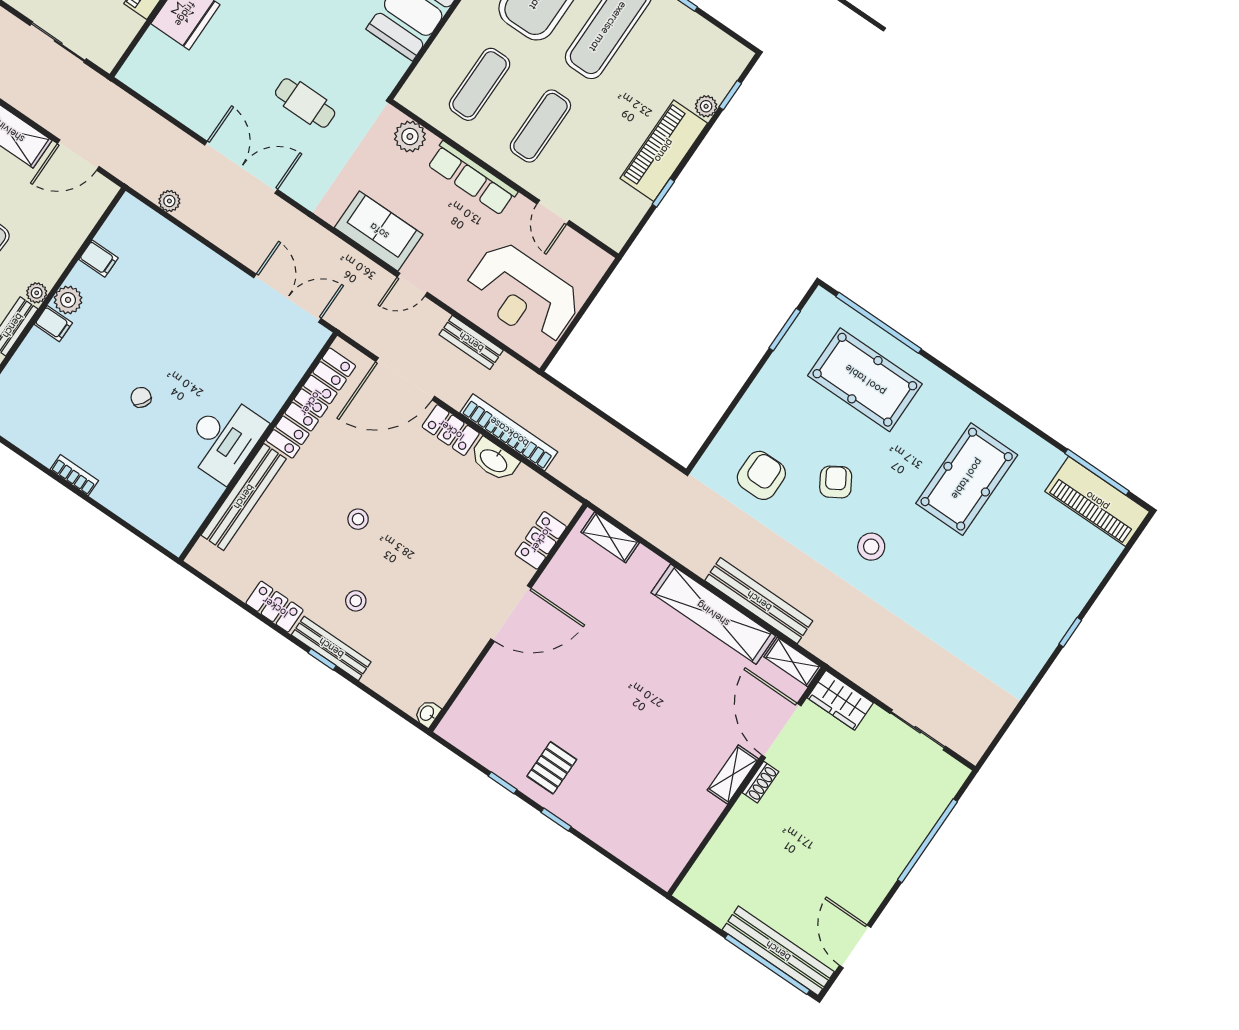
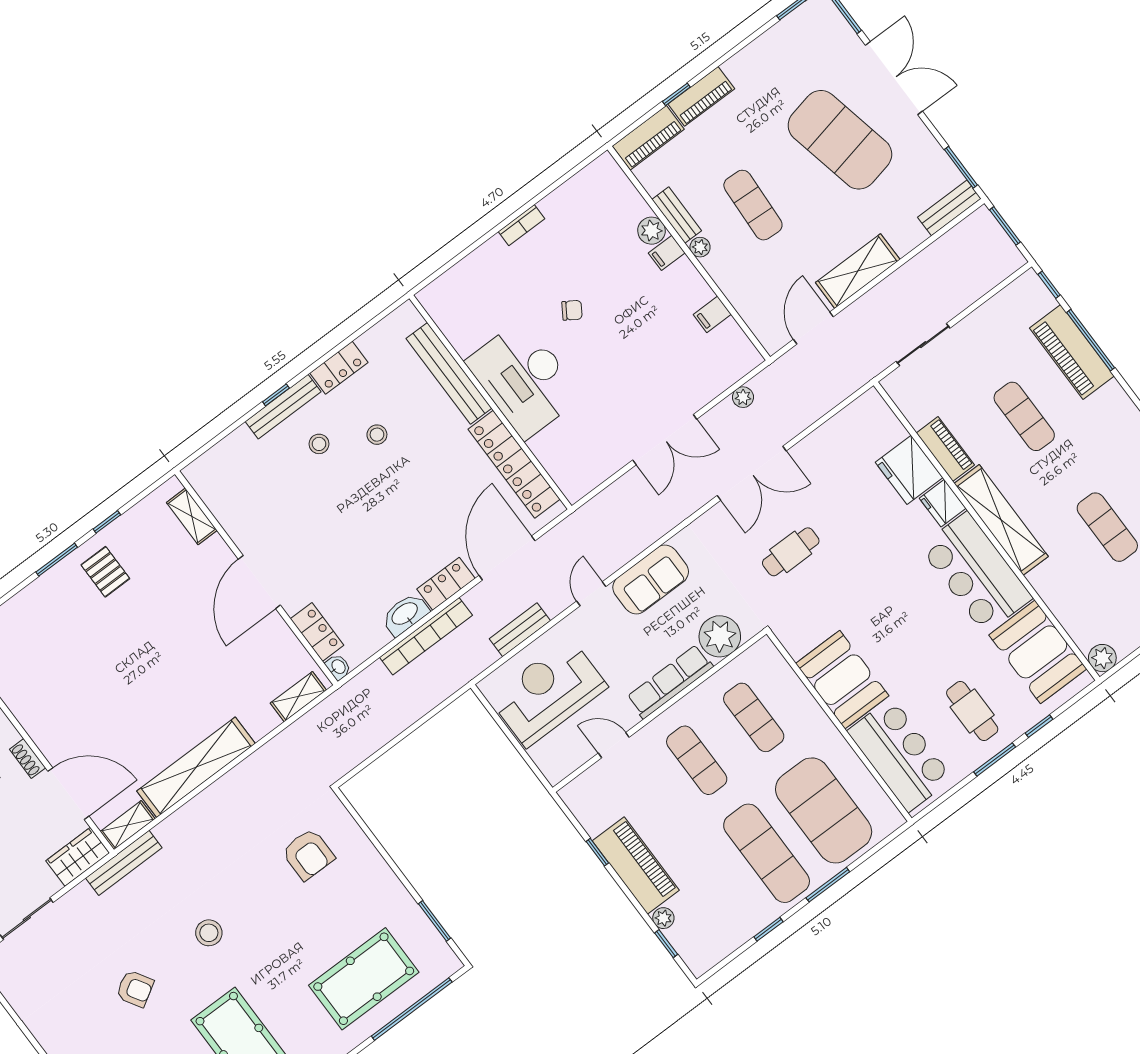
plant: (410, 136) -> (720, 636), width x1.36, depth x1.36
double door: (287, 298) -> (665, 440), moved
plant: (68, 300) -> (651, 231), moved
desk: (224, 438) -> (524, 379), width x1.36, depth x1.30
armchair: (836, 482) -> (135, 989), moved
stool: (358, 519) -> (377, 435), moved
bench: (759, 601) -> (124, 863), moved, width x0.73, depth x0.82
washbasin: (427, 713) -> (338, 667), moved
shelving: (733, 775) -> (192, 516), moved
window: (556, 820) -> (57, 560), width x1.50

